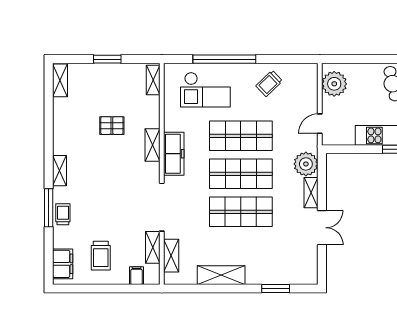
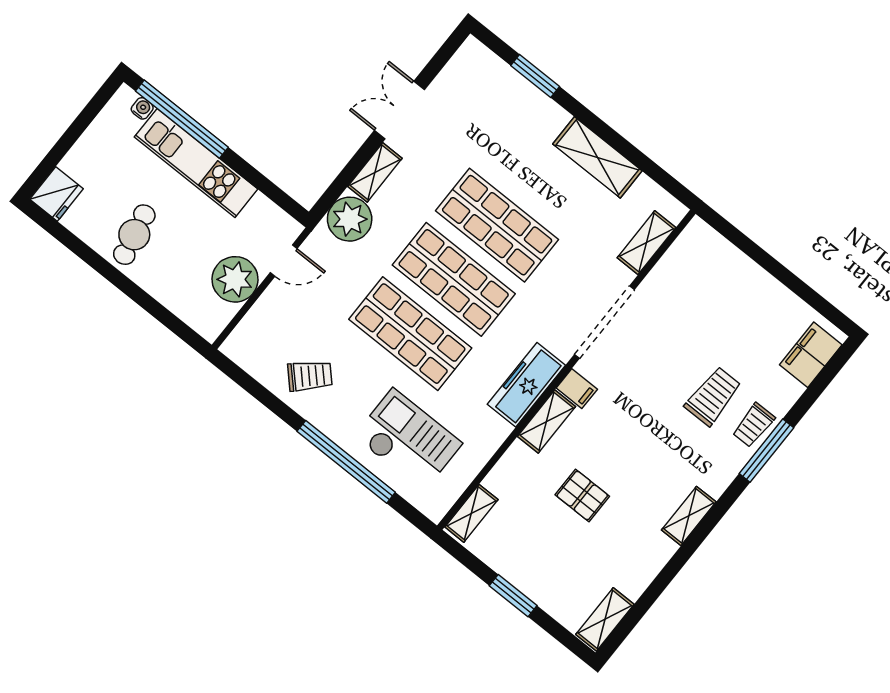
plant: (334, 84) -> (235, 279), moved
shelving: (59, 171) -> (689, 516), moved
shelving: (153, 247) -> (663, 275), removed
trolley: (101, 256) -> (713, 396), moved
filing cabinet: (137, 276) -> (577, 389), moved, turned -90

